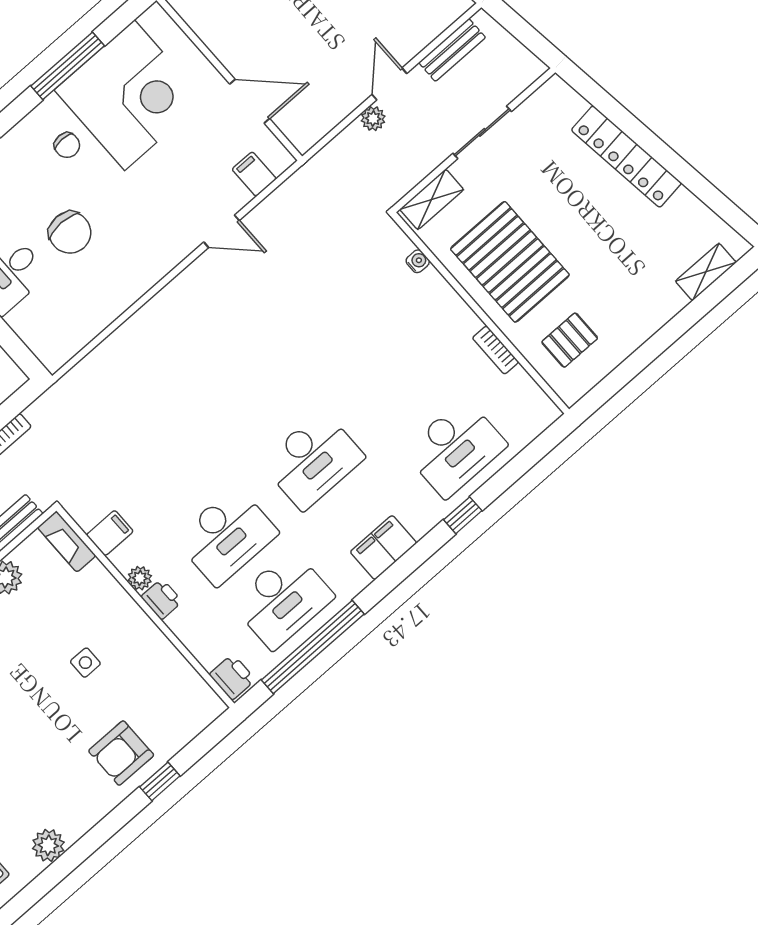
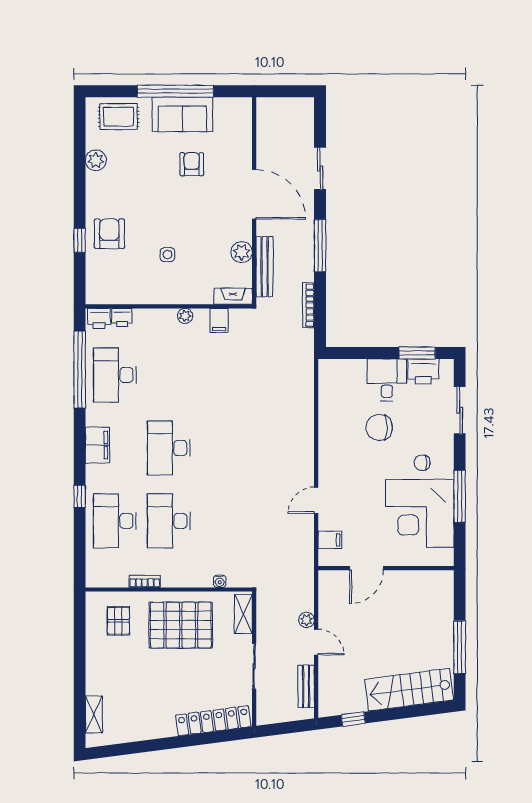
locker: (626, 157) -> (213, 721), moved
desk: (226, 536) -> (169, 521), moved
printer: (162, 599) -> (122, 318), moved

